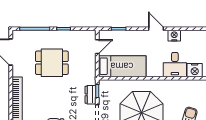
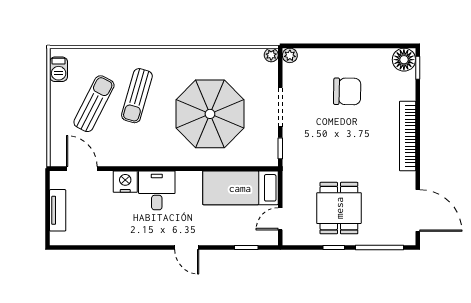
nightstand: (174, 36) -> (158, 236), removed
dining table: (52, 63) -> (339, 208), moved, turned 90
dresser: (91, 95) -> (291, 142), removed

